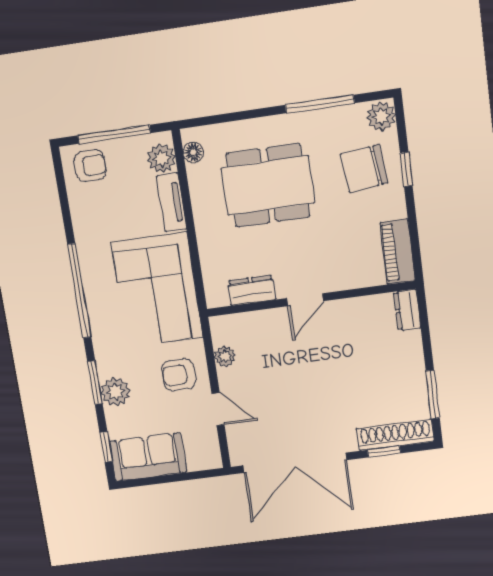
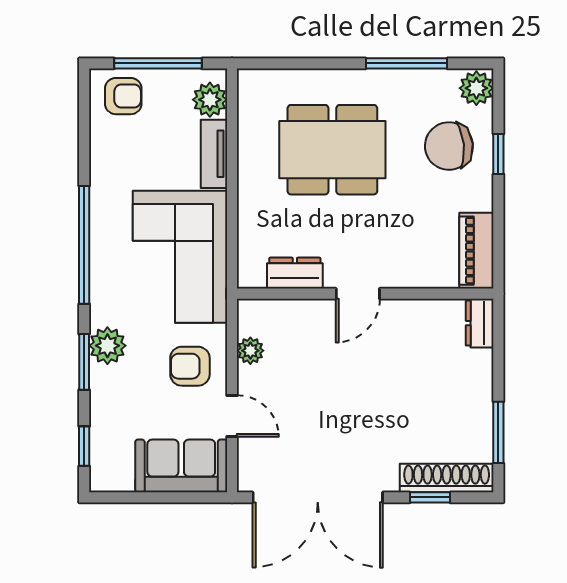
floor lamp: (193, 152) -> (249, 98), removed
plant: (115, 392) -> (107, 346), moved
sofa: (148, 457) -> (181, 466), moved

